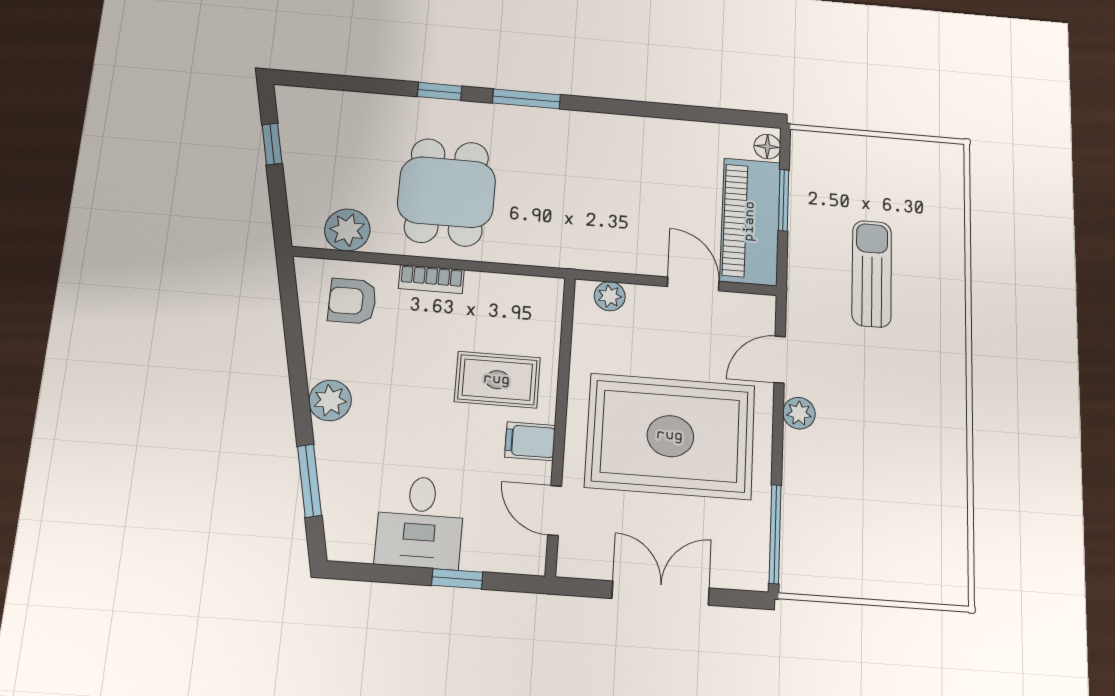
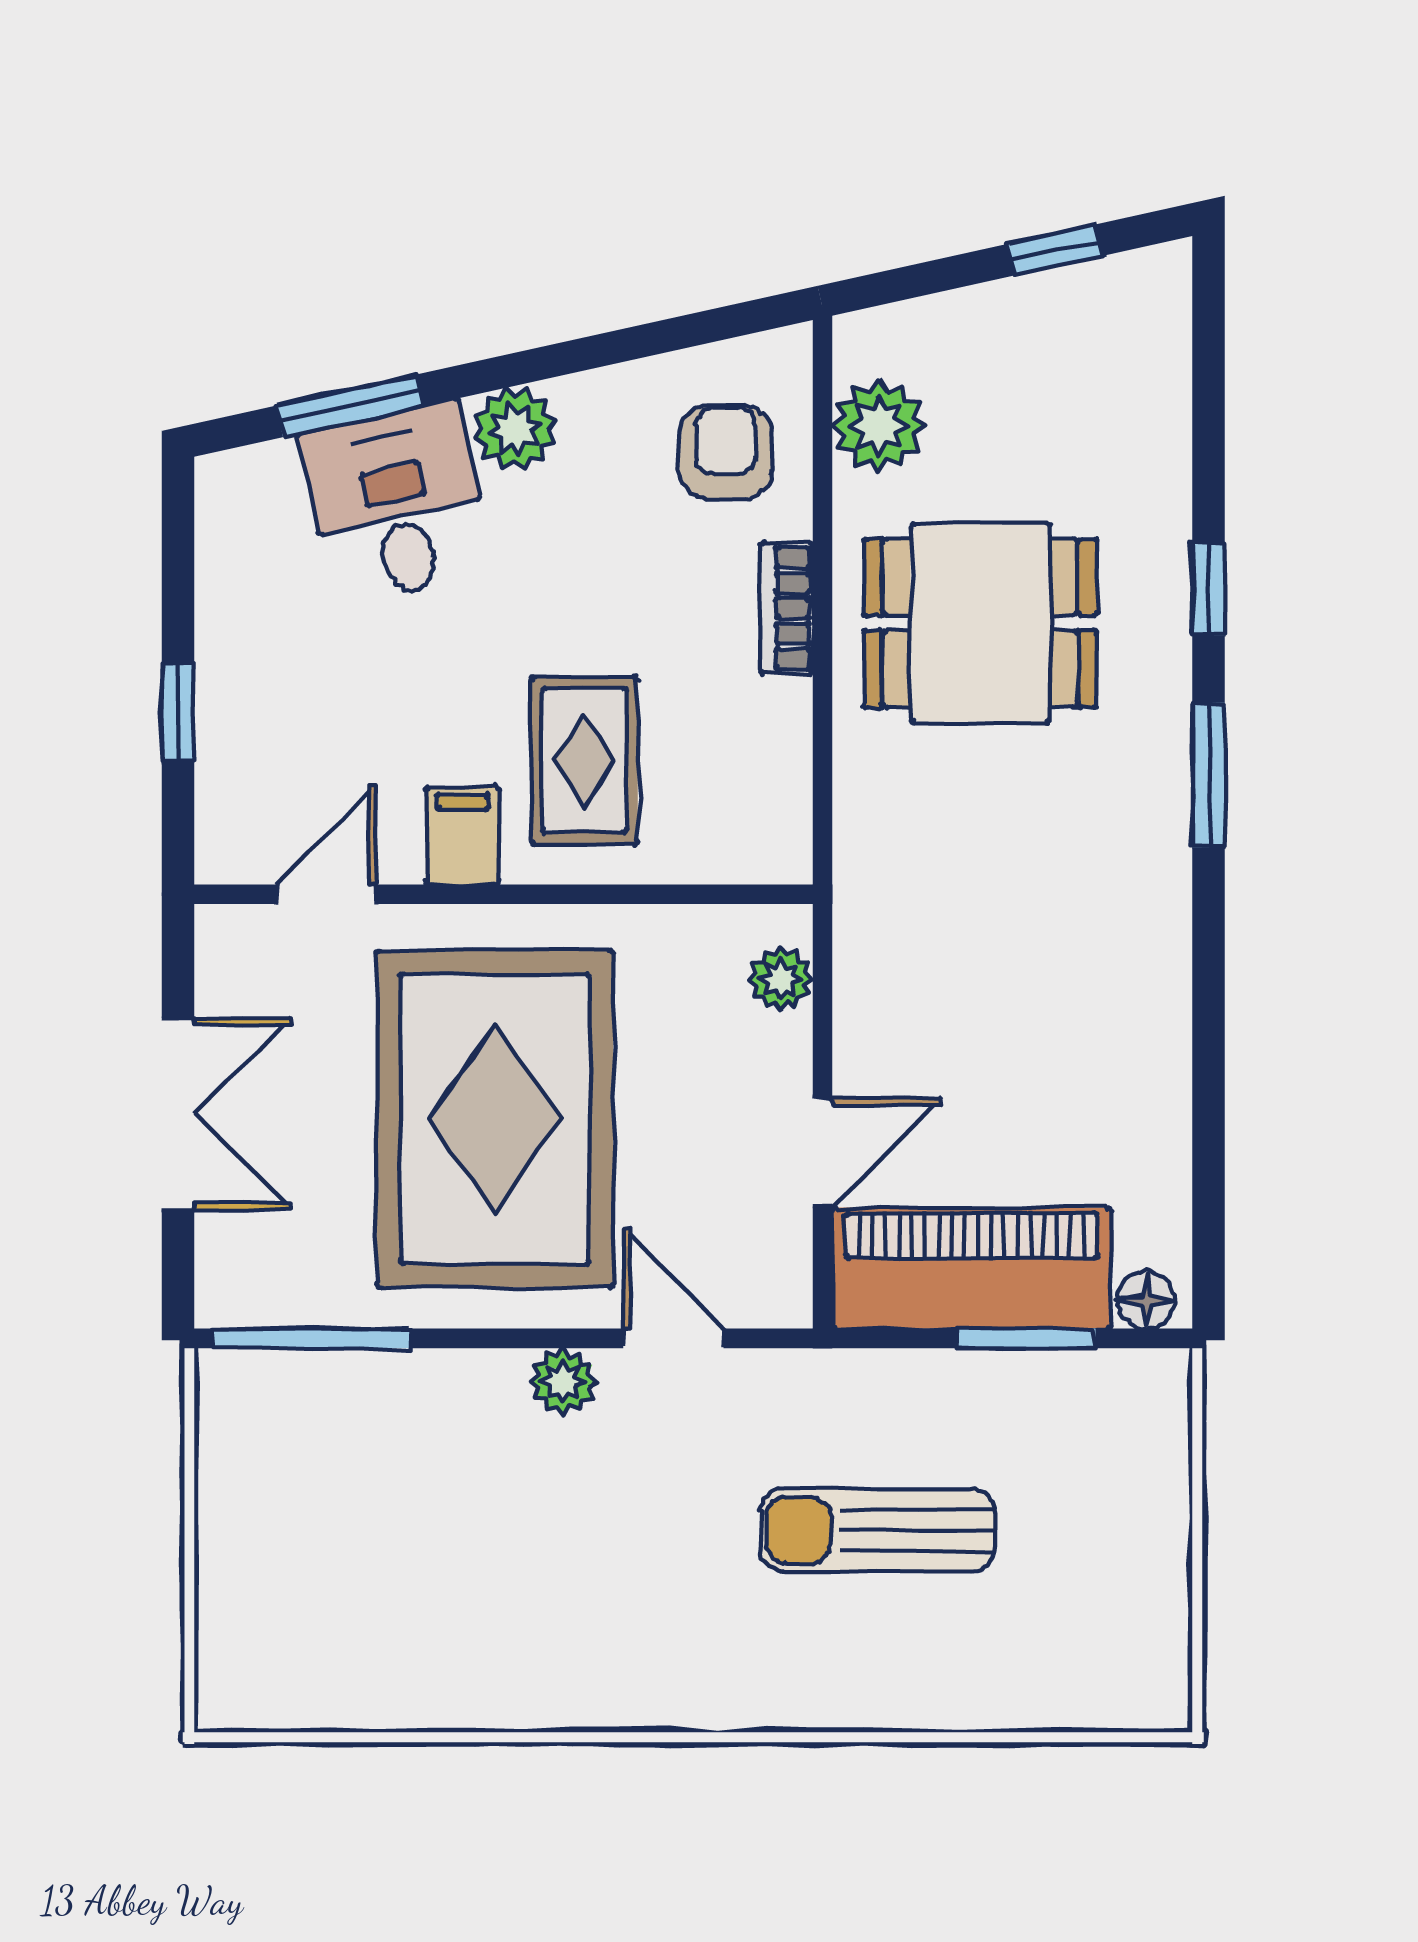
sun lounger: (872, 274) -> (877, 1530), turned 180
desk: (420, 522) -> (397, 503), moved, turned 78

